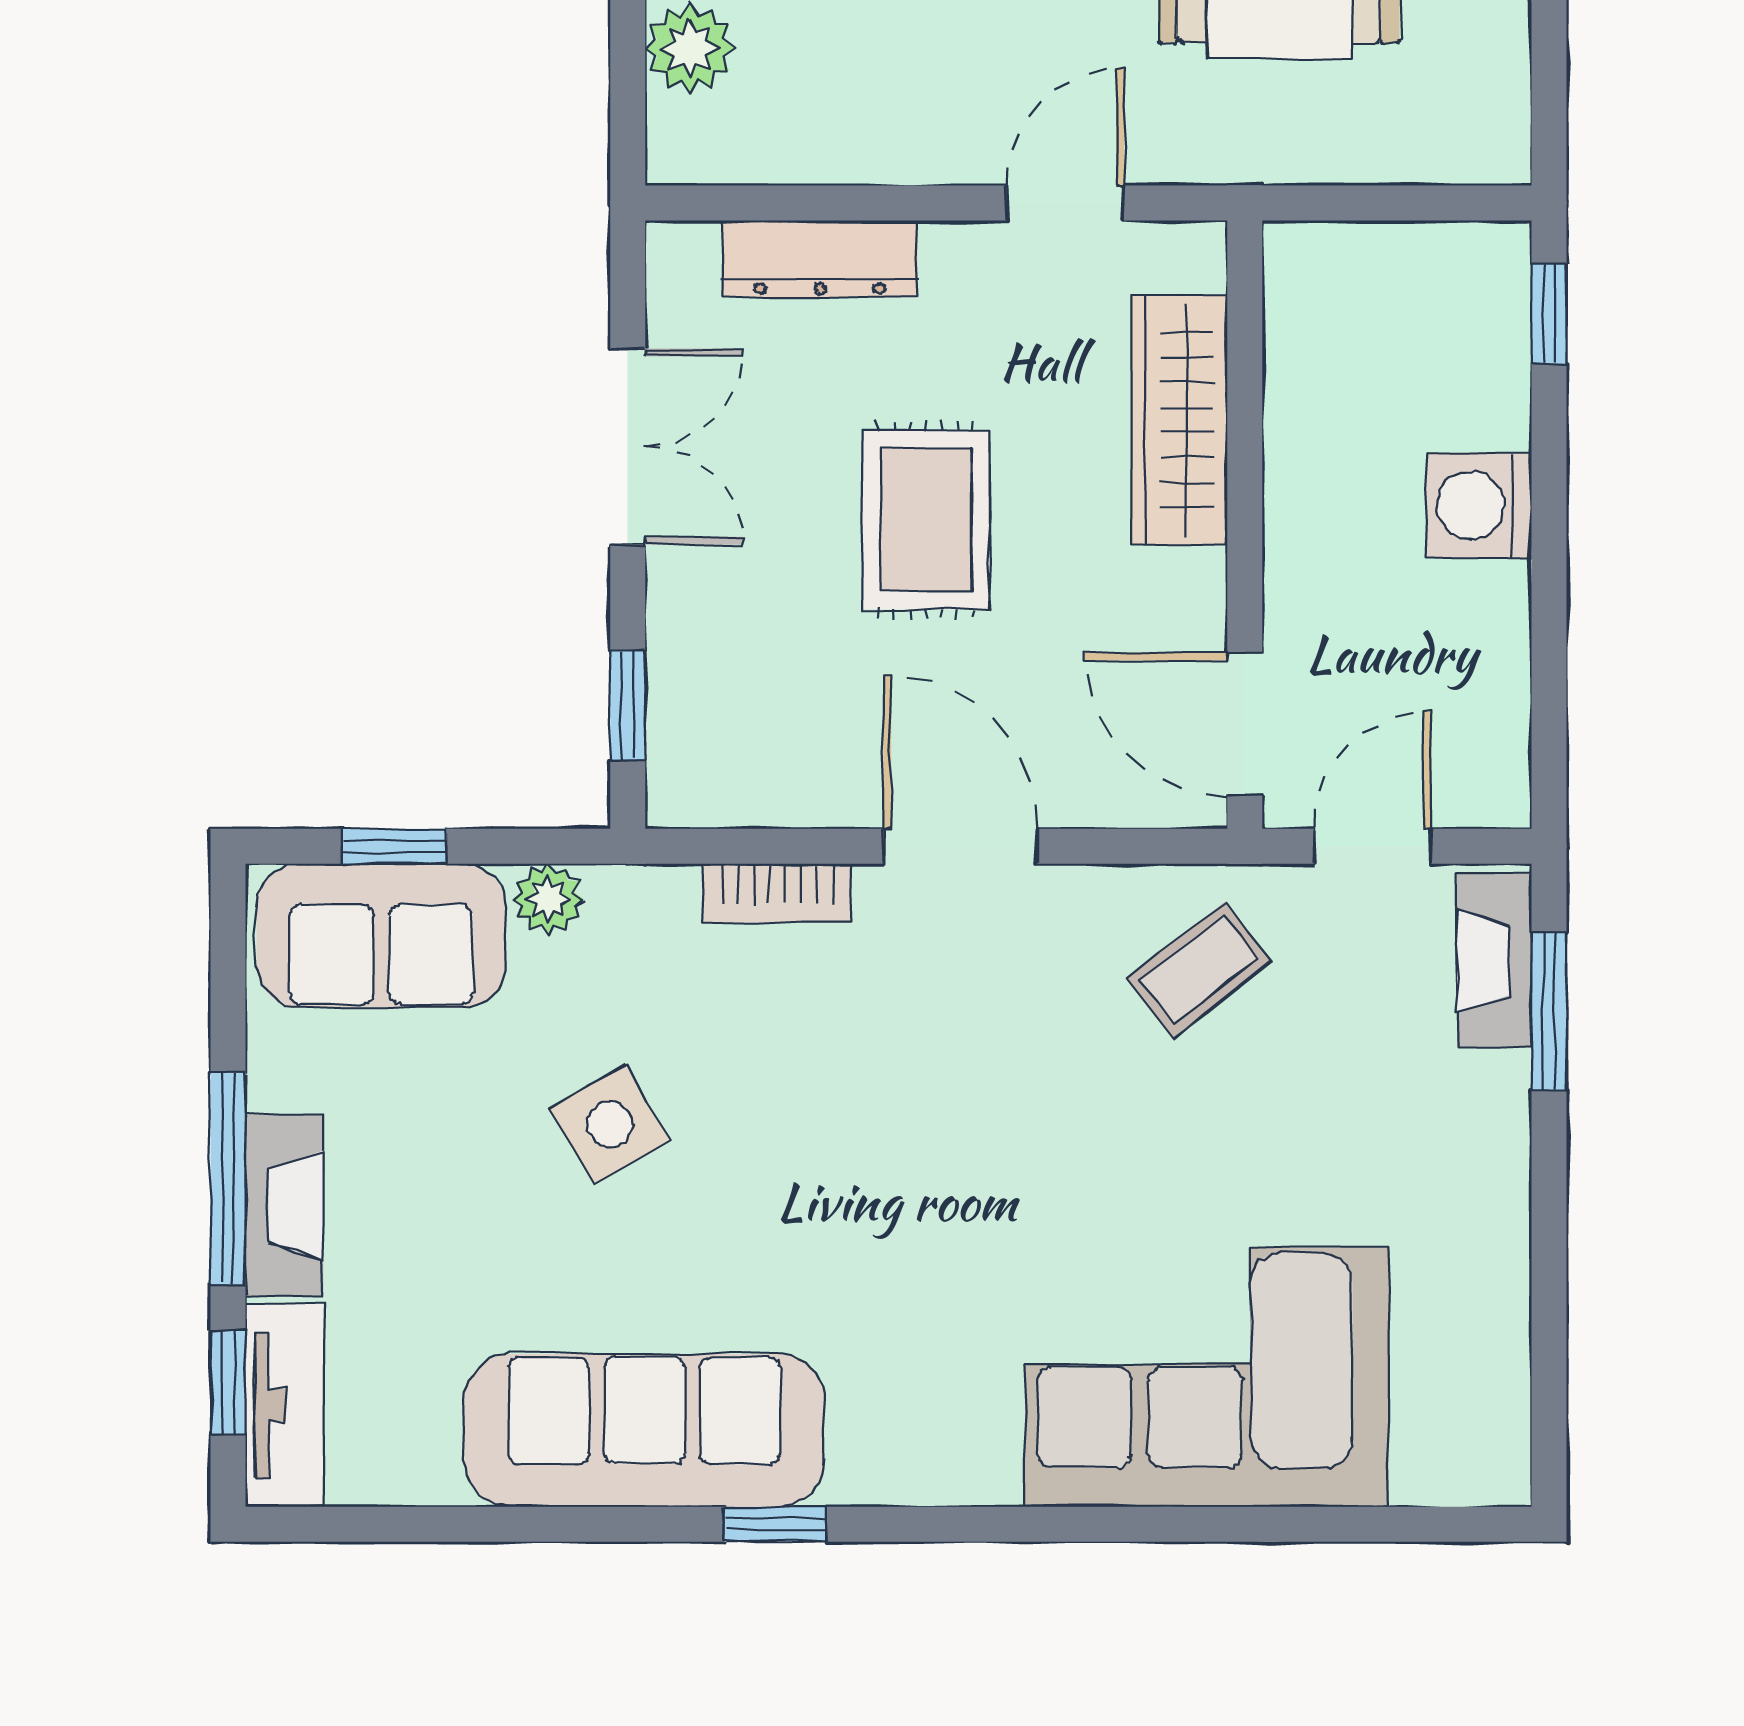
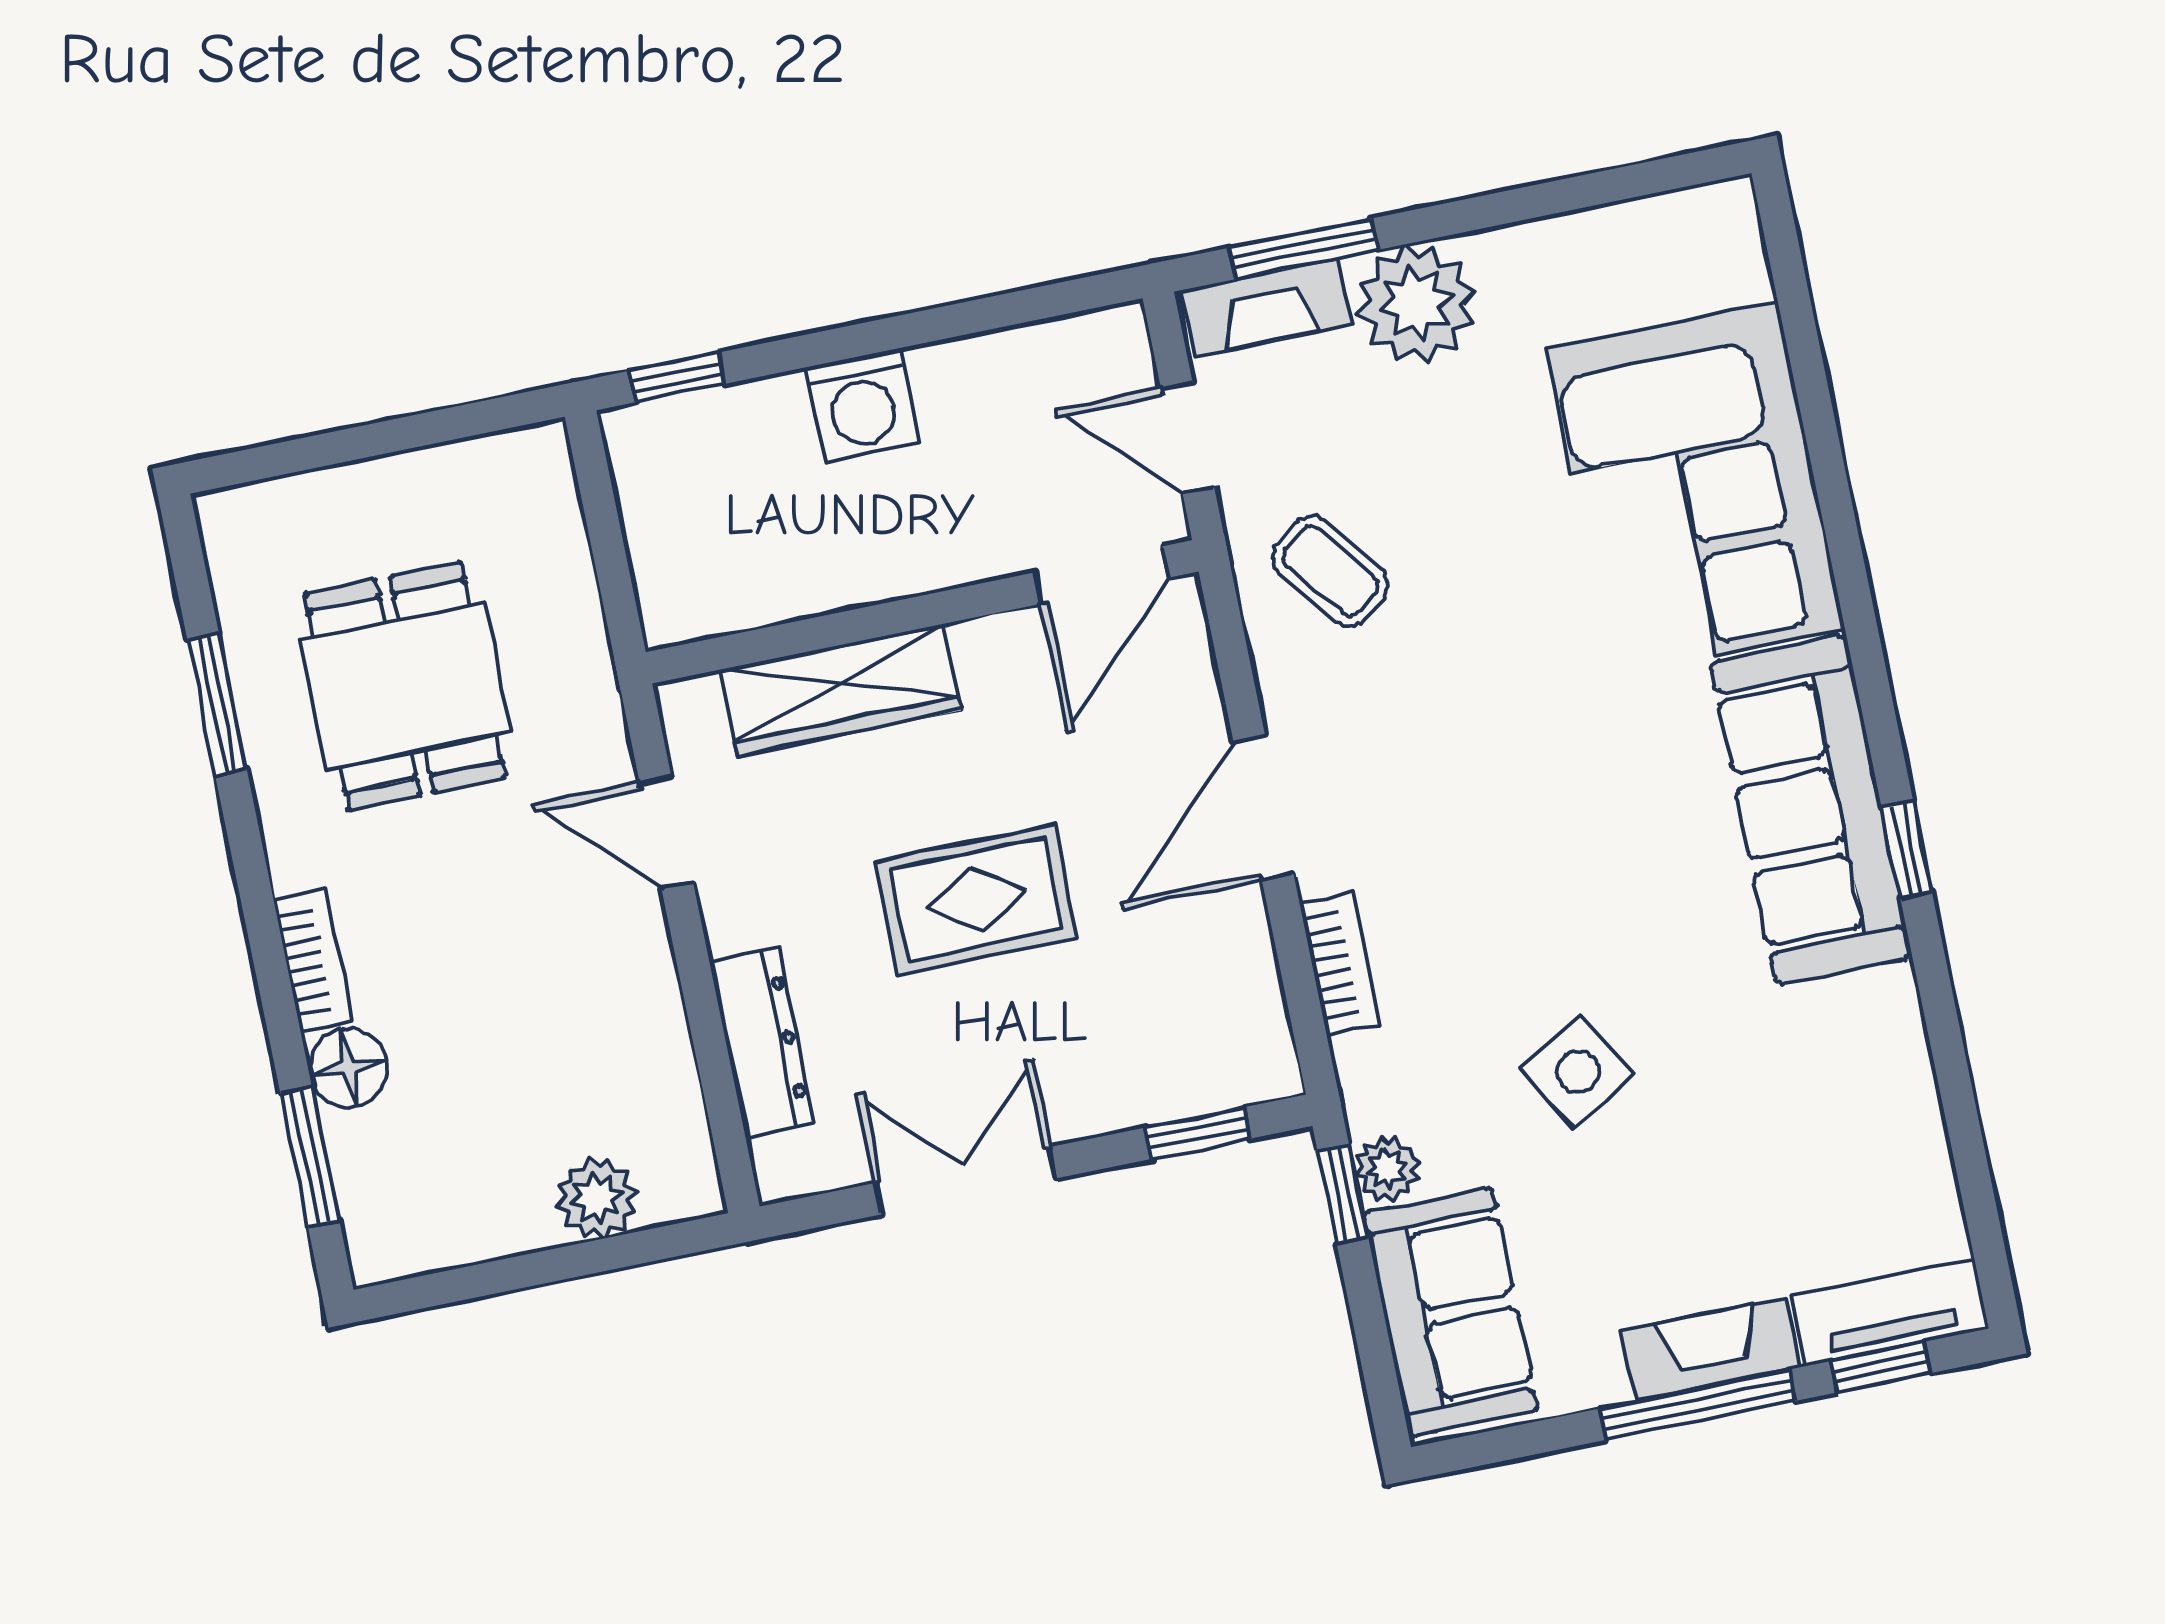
window: (395, 846) -> (1343, 1194), moved
plant: (1466, 1120) -> (1416, 303), added
sofa: (644, 1430) -> (1811, 810), moved

